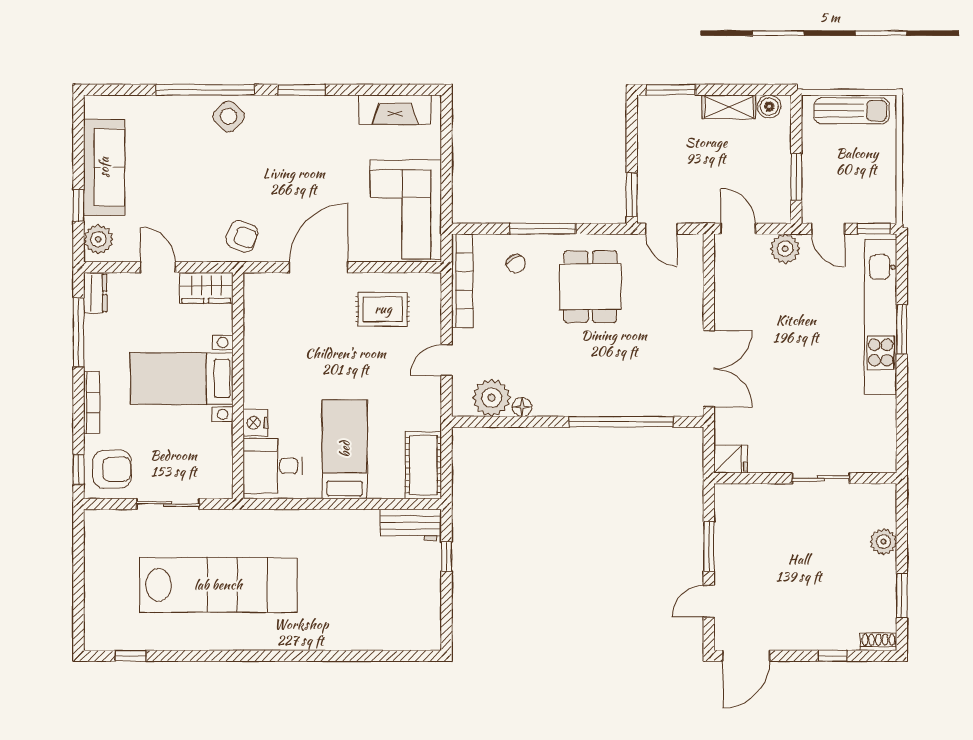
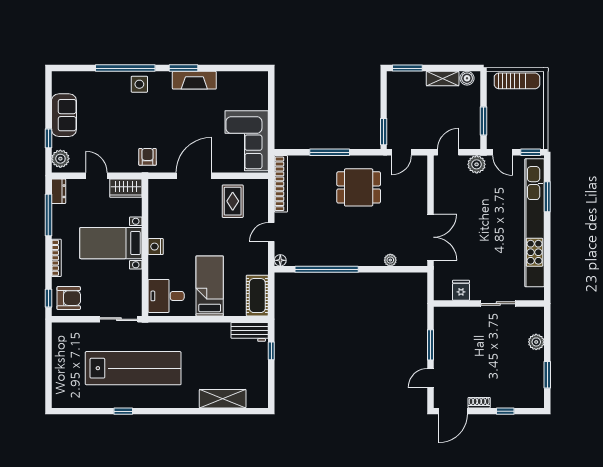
fireplace: (395, 110) -> (194, 80), moved
side table: (229, 116) -> (139, 84), turned 45
sofa: (104, 167) -> (64, 115), width x0.73
door: (661, 229) -> (402, 152), hinge flipped
door: (738, 229) -> (448, 152), hinge flipped
armchair: (242, 236) -> (148, 157), turned -110
chair: (516, 263) -> (314, 173), removed
dining table: (590, 287) -> (359, 187), turned 90
rug: (383, 309) -> (233, 201), turned 90
kitchen unit: (881, 317) -> (535, 223), width x1.36
window: (902, 329) -> (547, 197), moved
plant: (492, 398) -> (390, 260), moved, width x0.53, depth x0.53
floor lamp: (522, 407) -> (280, 260), moved
window: (621, 422) -> (327, 269), moved
nightstand: (256, 423) -> (156, 247), moved
fridge: (731, 459) -> (461, 290), moved, turned -90
sliding door: (168, 504) -> (119, 319), moved
shelving: (366, 635) -> (223, 399), added
shoe rack: (878, 642) -> (479, 403), moved
window: (131, 656) -> (123, 411), moved

